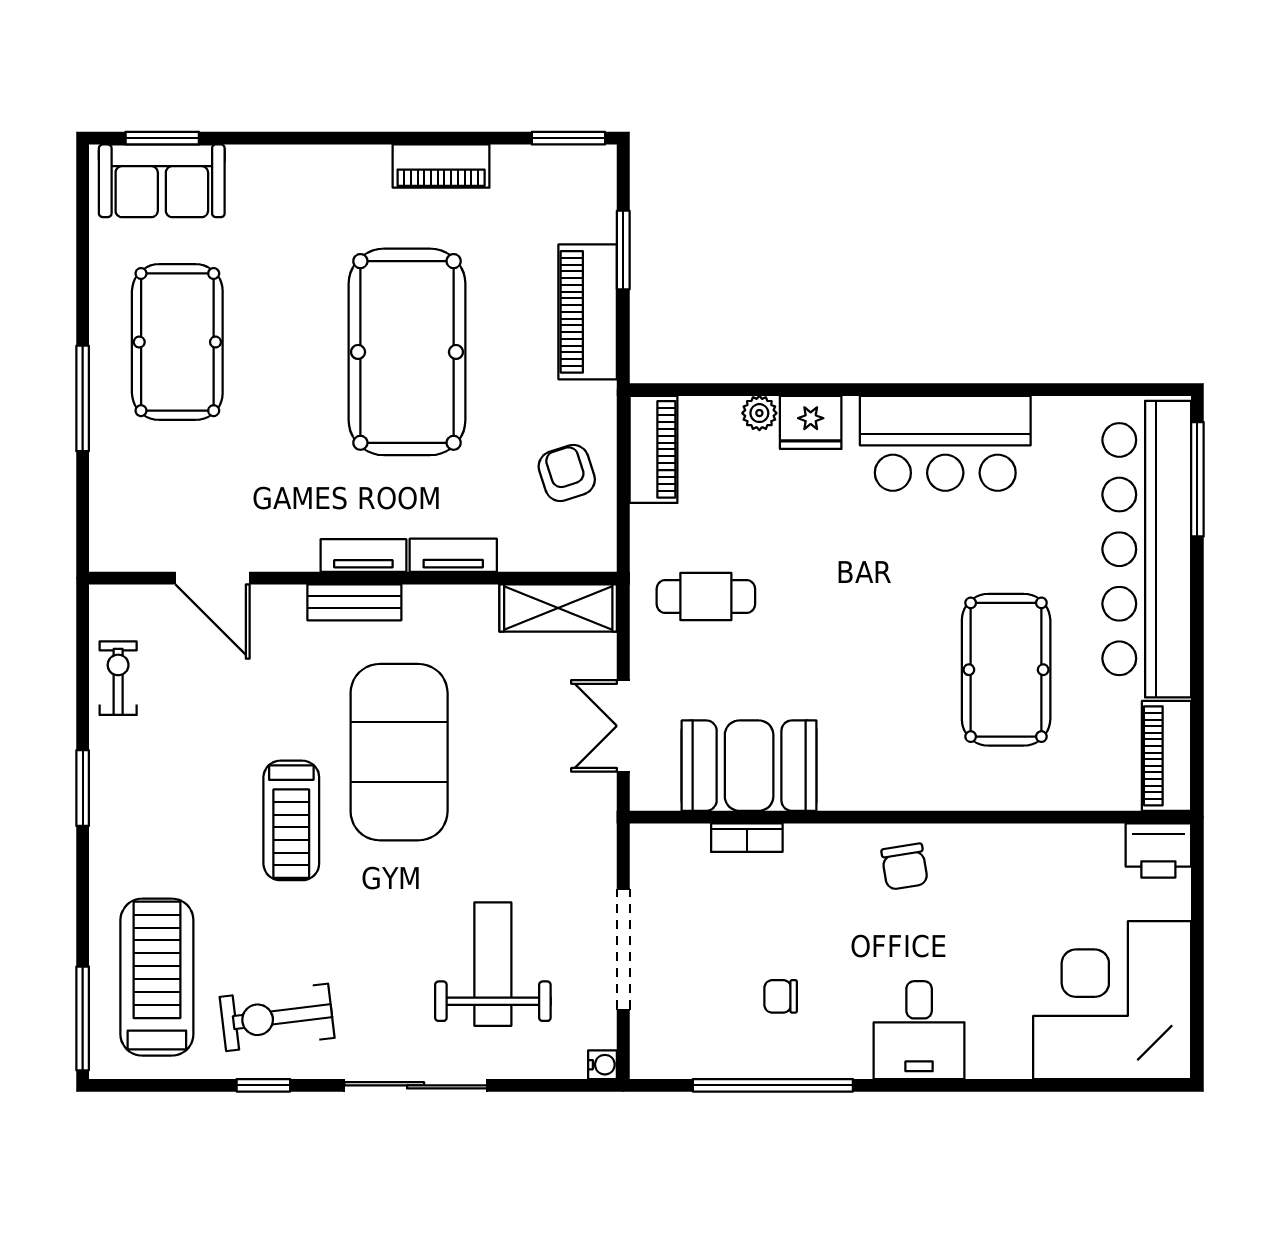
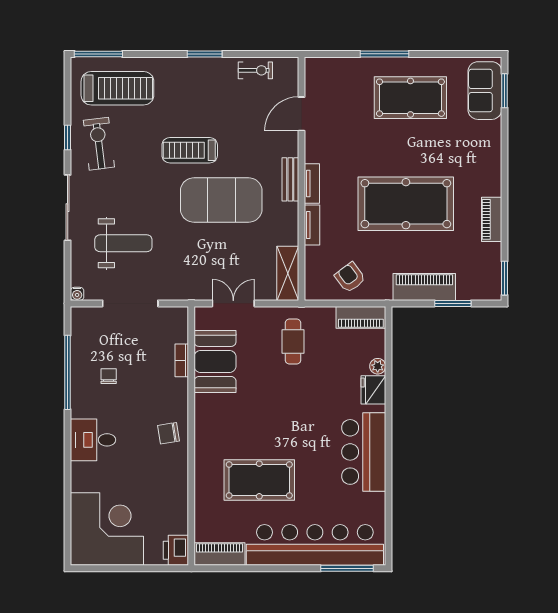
armchair: (567, 473) -> (350, 277), turned -109

